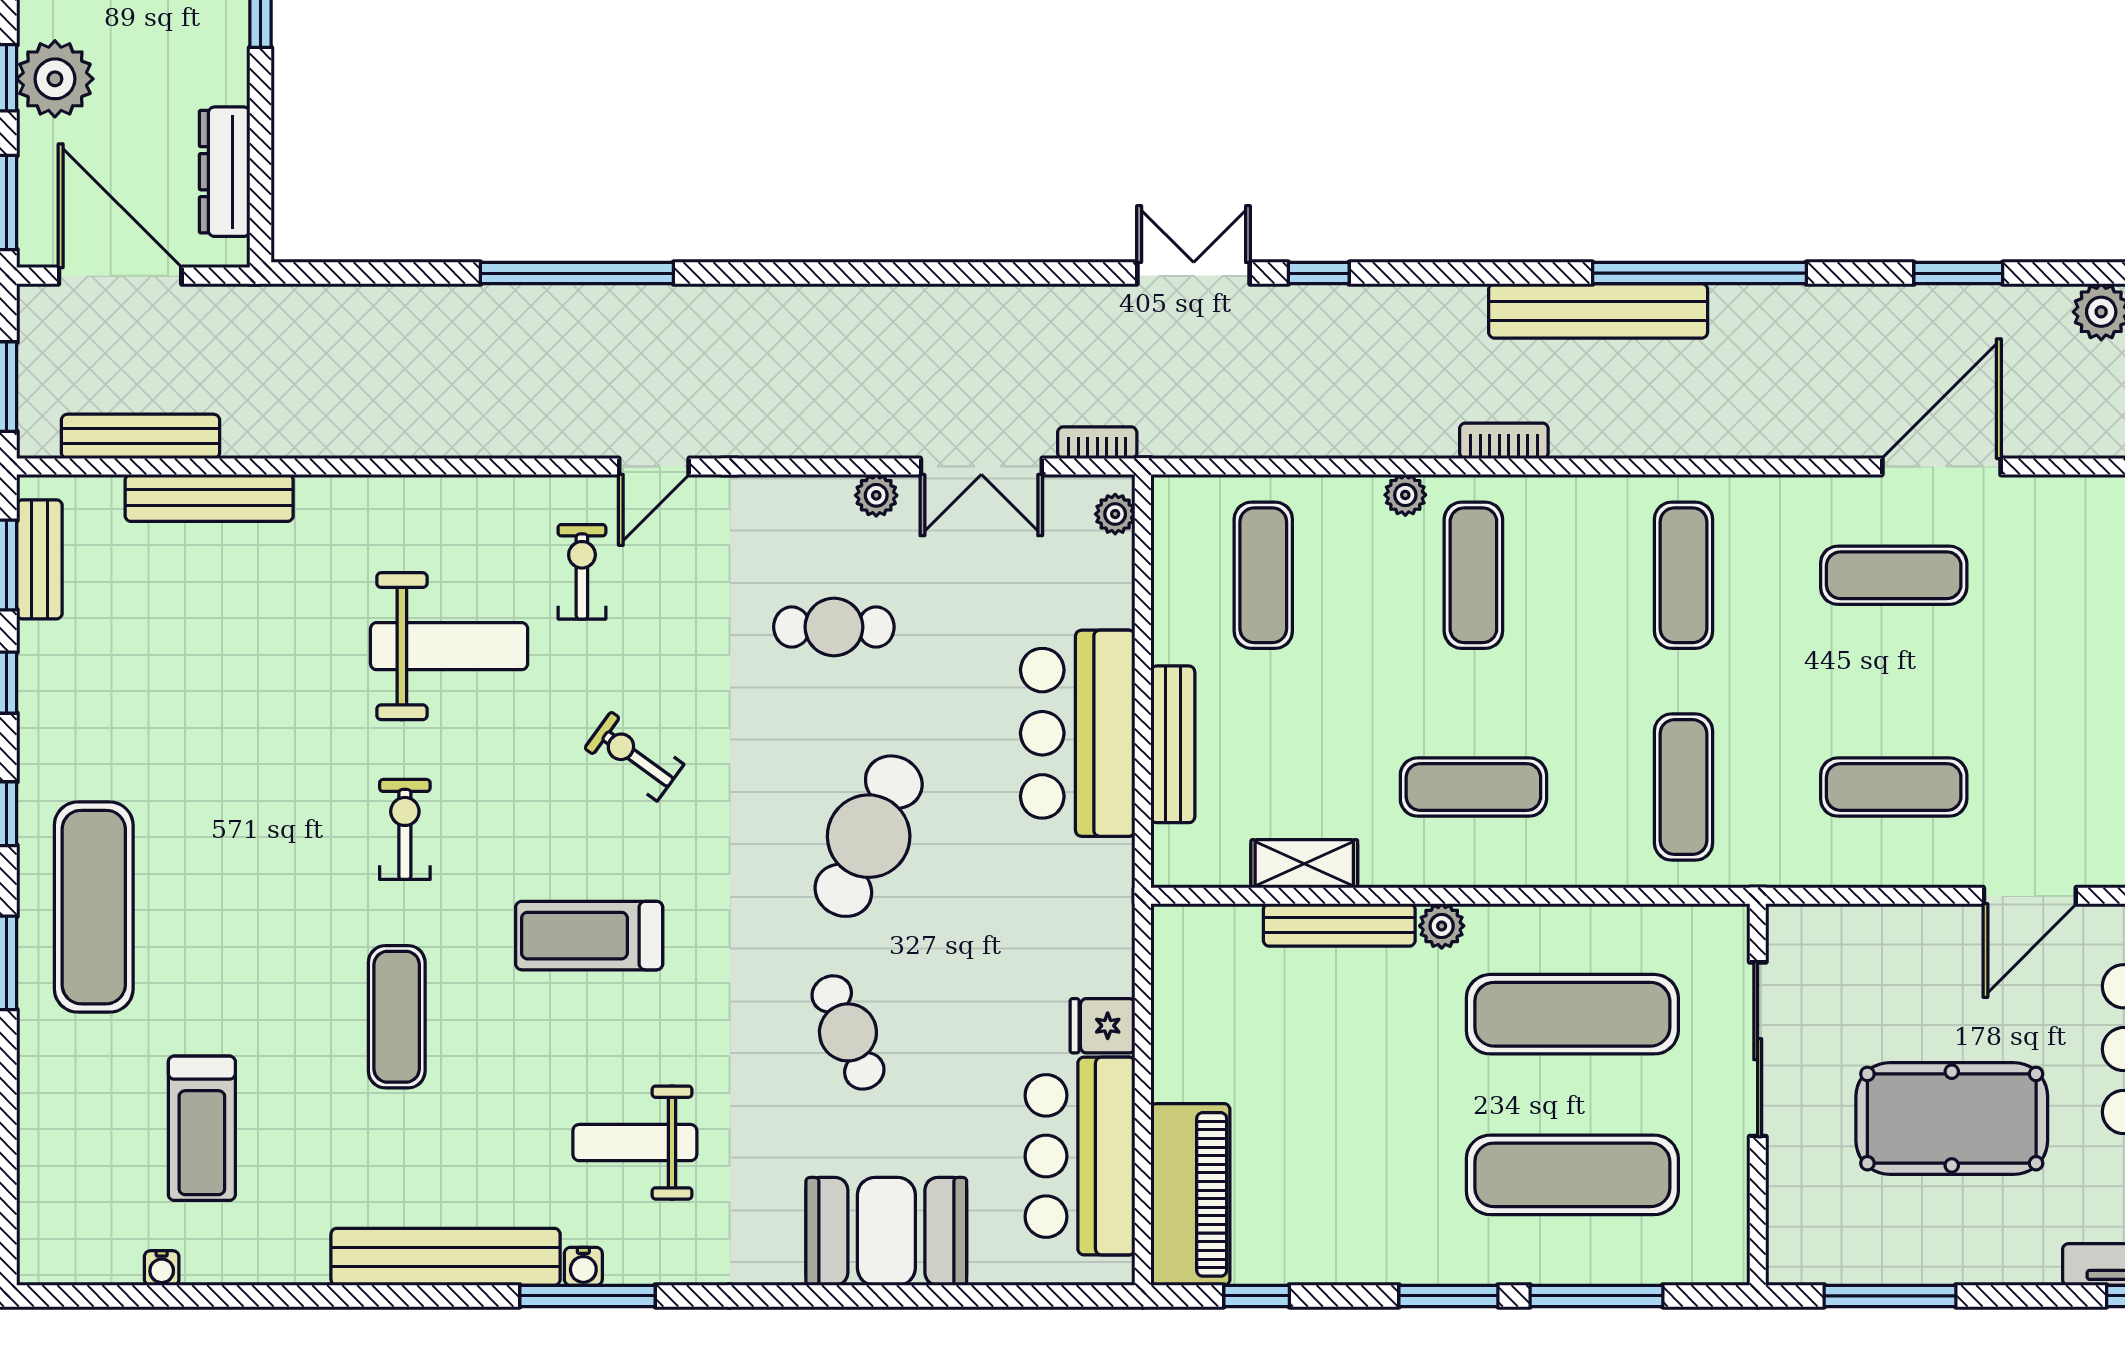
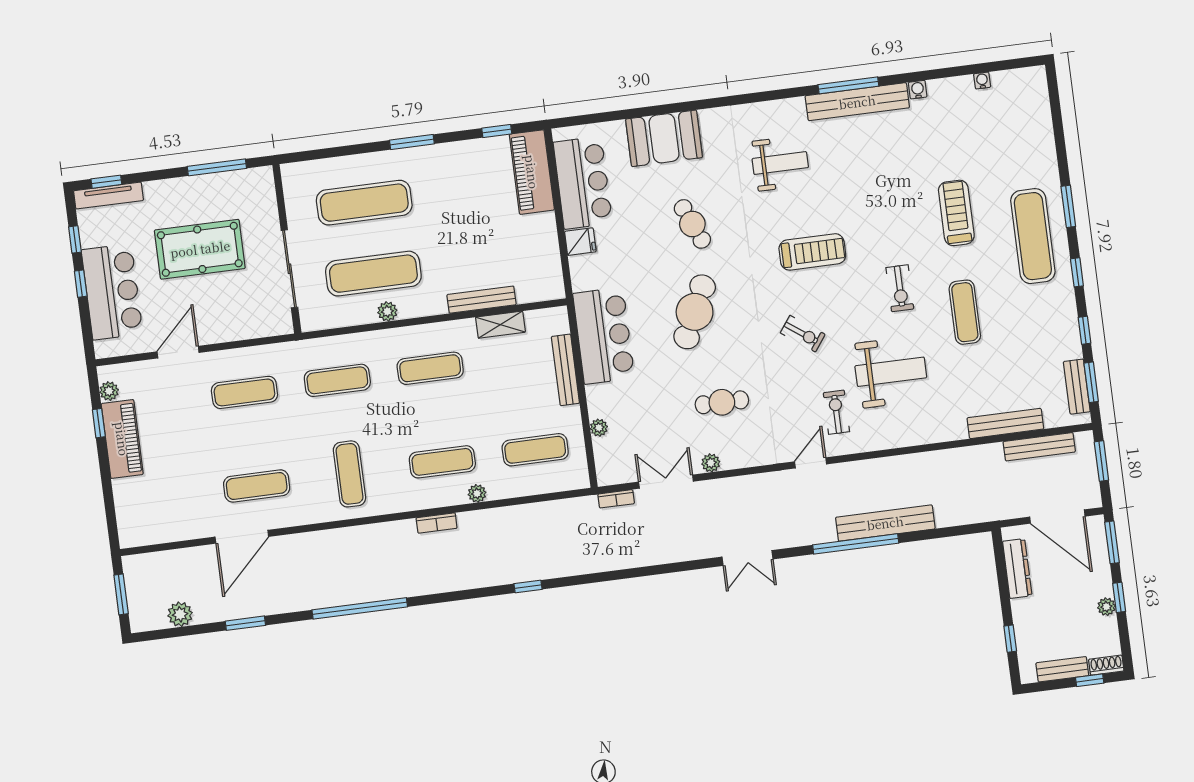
plant: (55, 79) -> (1106, 607), width x0.53, depth x0.53
double door: (1194, 273) -> (747, 558), moved
bench: (1598, 311) -> (885, 523), moved
plant: (1115, 514) -> (599, 428), moved
exercise bike: (582, 572) -> (836, 412), turned 180
exercise mat: (1263, 575) -> (535, 450), turned 90
exercise mat: (1473, 575) -> (442, 462), turned 90
weight bench: (449, 646) -> (891, 372), turned 180
bar counter: (1078, 733) -> (604, 336), moved
exercise mat: (1684, 787) -> (337, 380), turned 90
plant: (1442, 926) -> (387, 311), moved
exercise mat: (397, 1017) -> (965, 312), moved
treadmill: (202, 1128) -> (956, 213), moved
water cooler: (583, 1266) -> (918, 90), moved
window: (588, 1296) -> (848, 85), moved
window: (1596, 1296) -> (347, 151), removed

